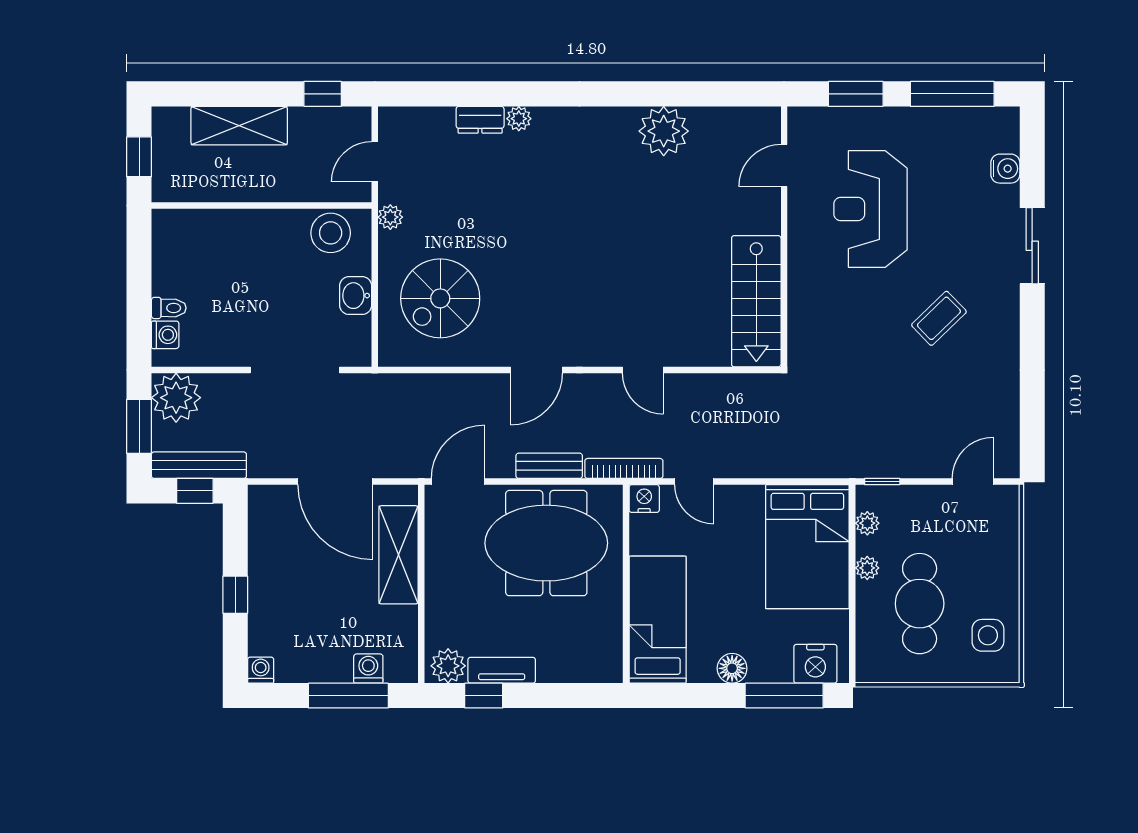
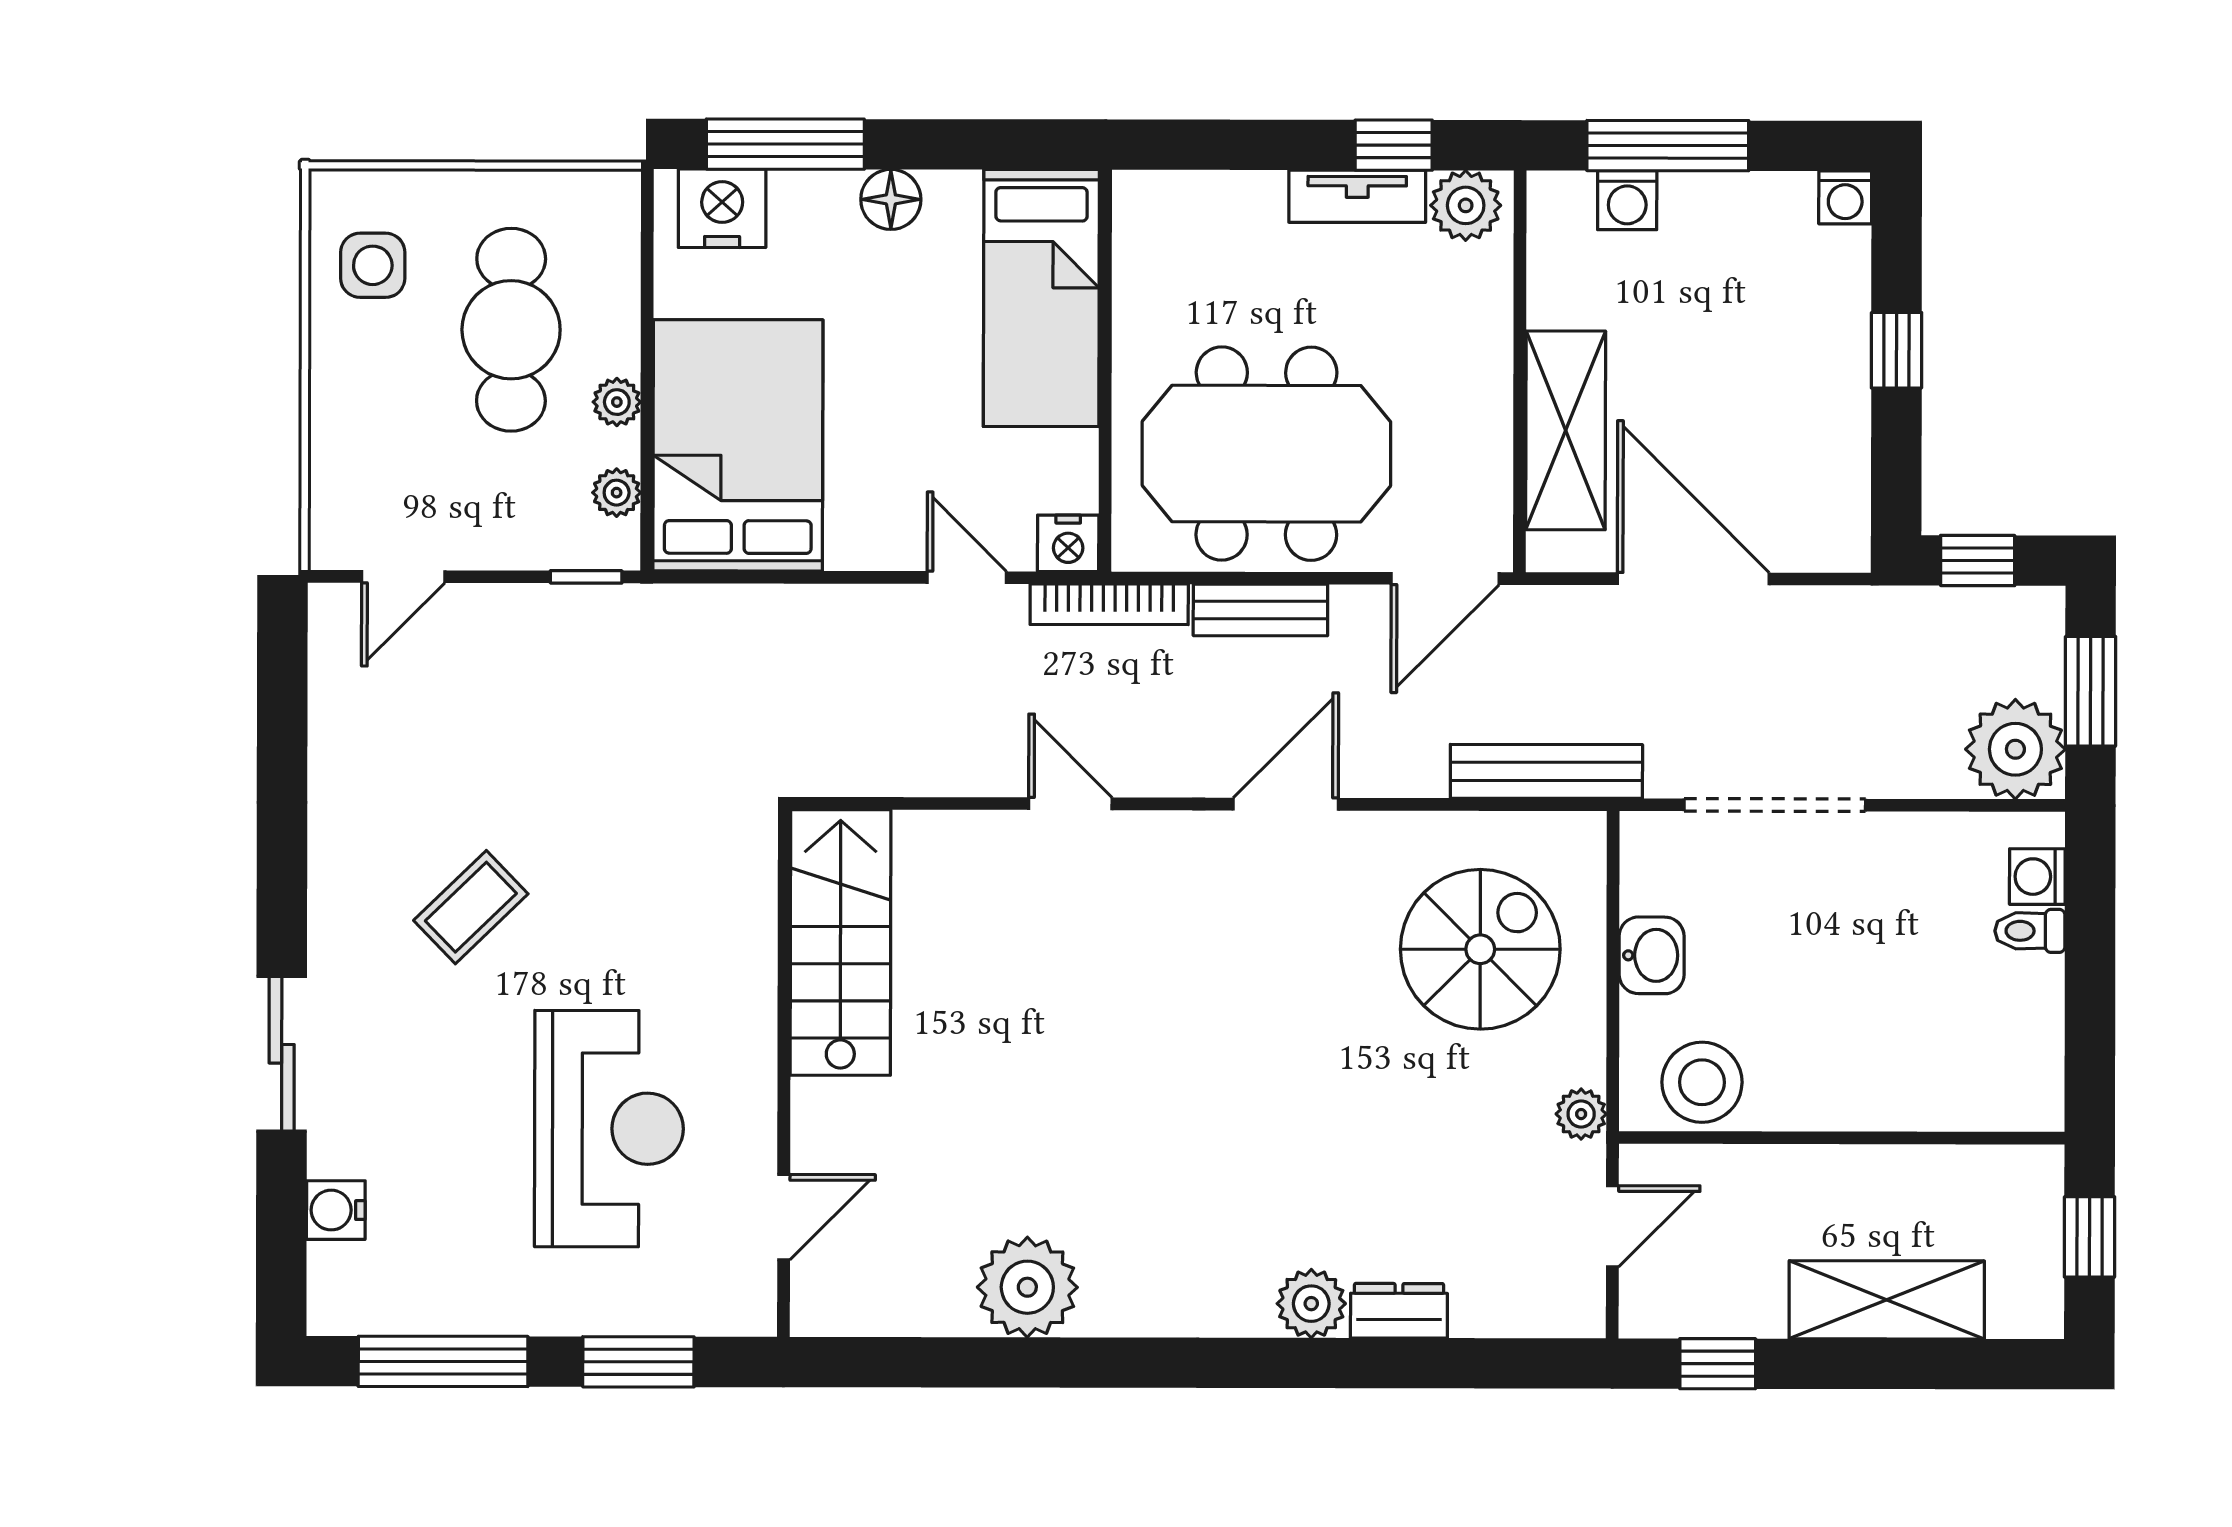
plant: (519, 119) -> (1311, 1304), width x1.38, depth x1.38
bench: (199, 465) -> (1546, 771), moved

